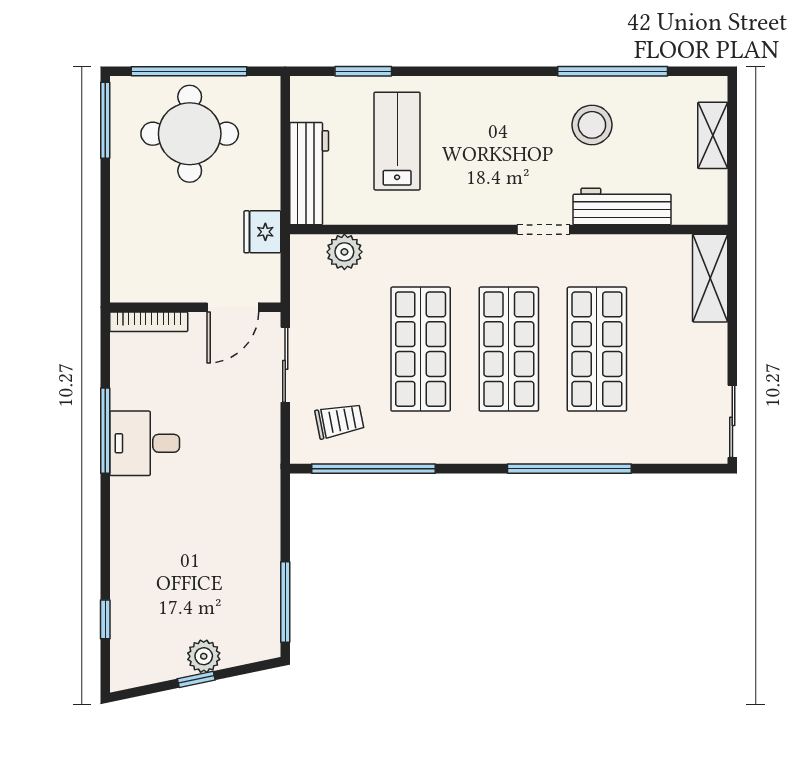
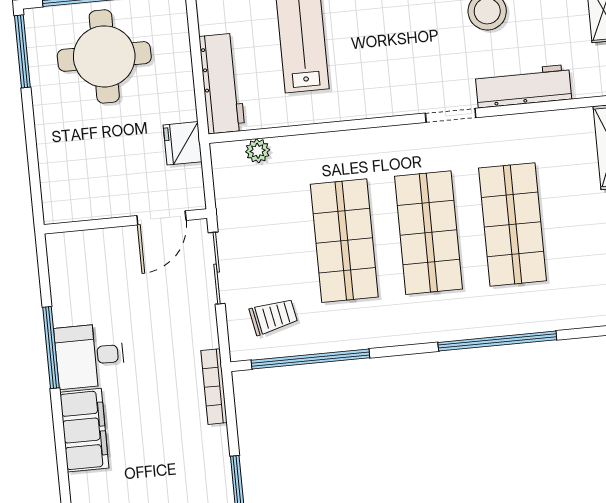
plant: (344, 252) -> (258, 151), width x0.73, depth x0.73
bookcase: (149, 322) -> (214, 387), moved, turned 90
filing cabinet: (132, 520) -> (84, 430), added

